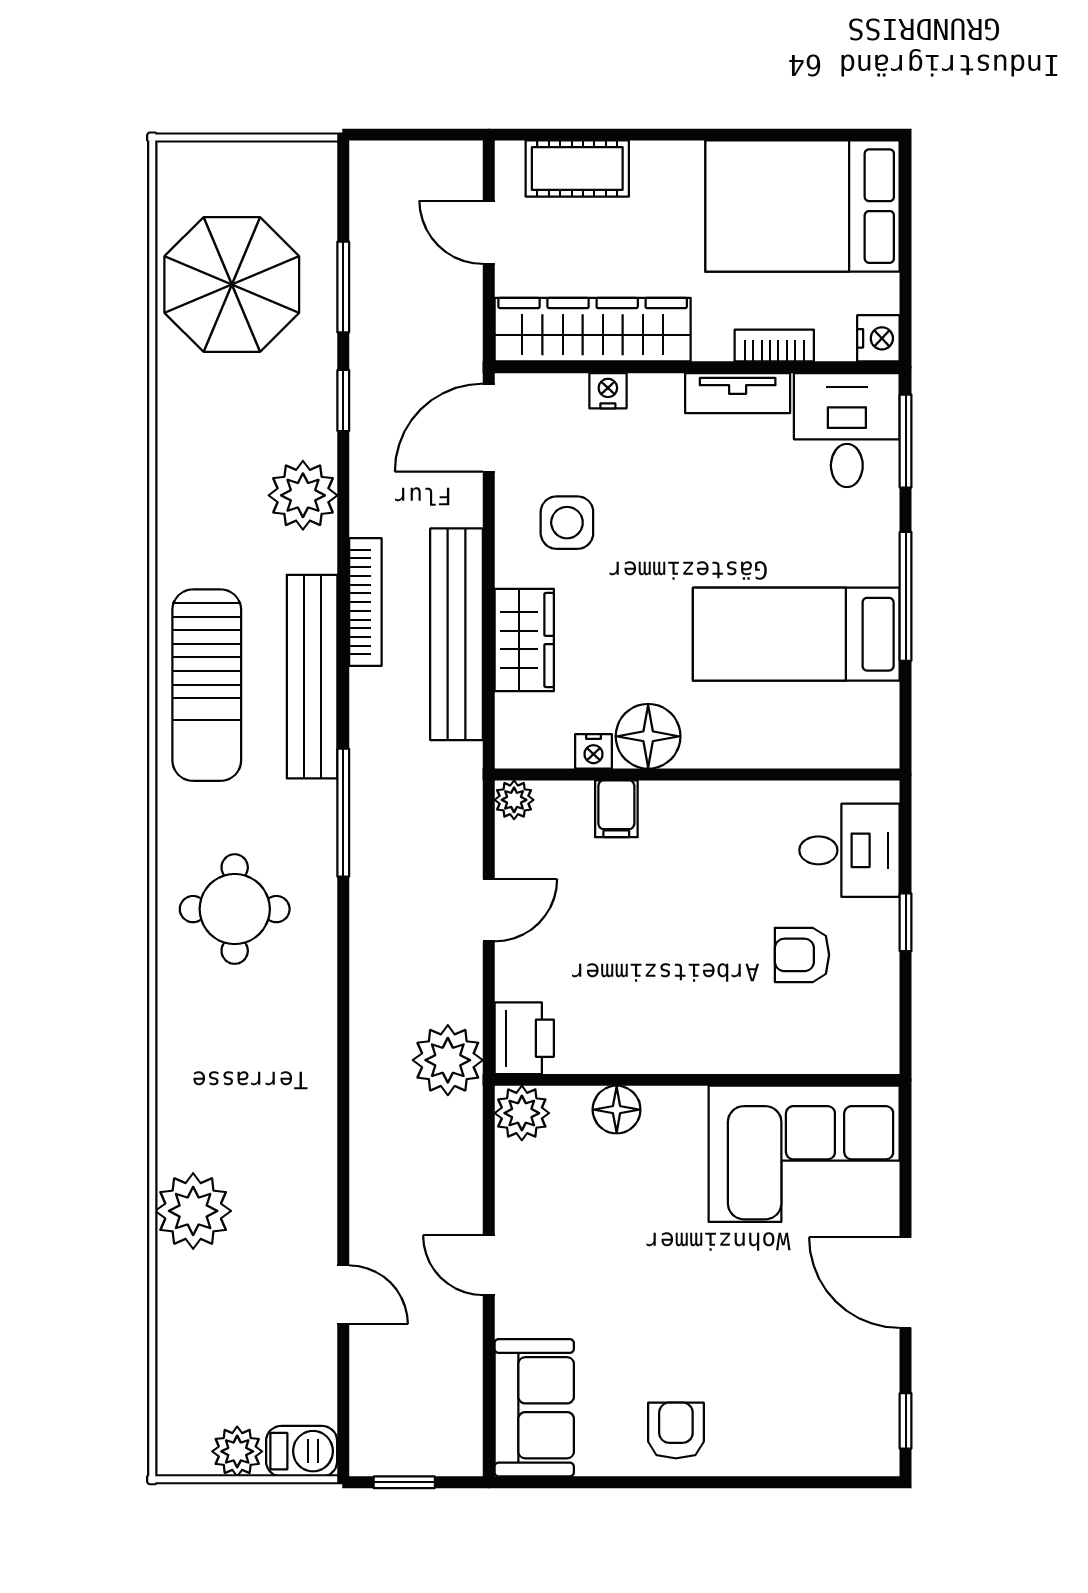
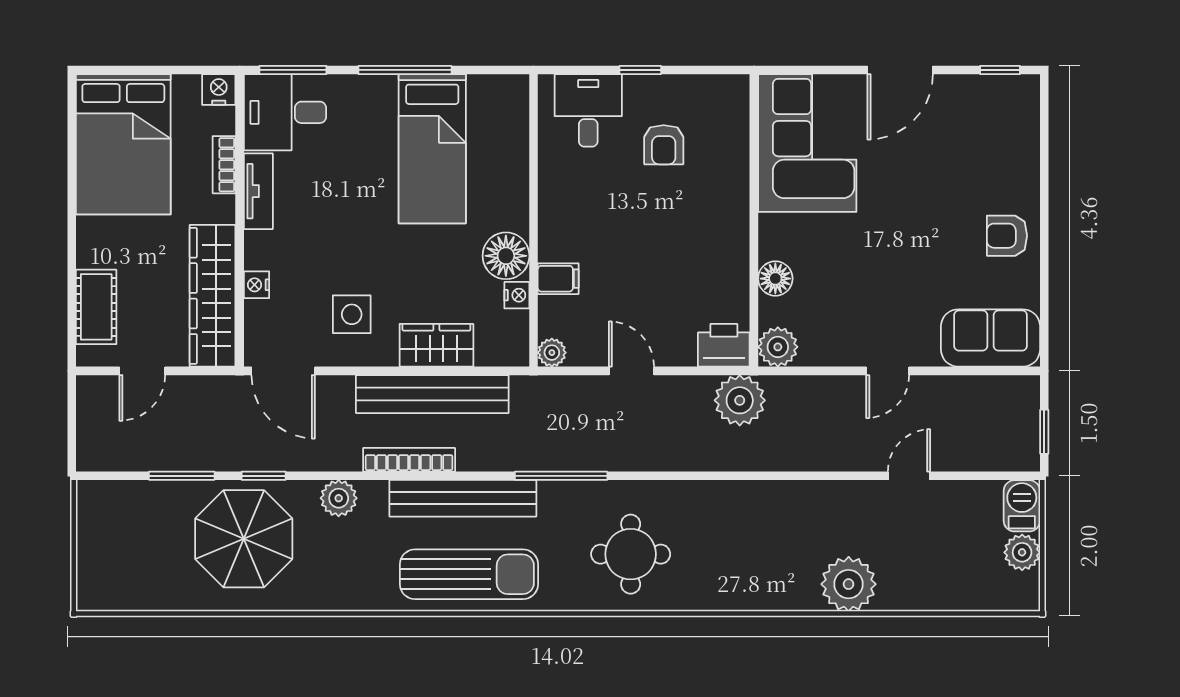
parasol: (232, 285) -> (244, 539), moved
plant: (303, 495) -> (339, 498), width x0.73, depth x0.73

